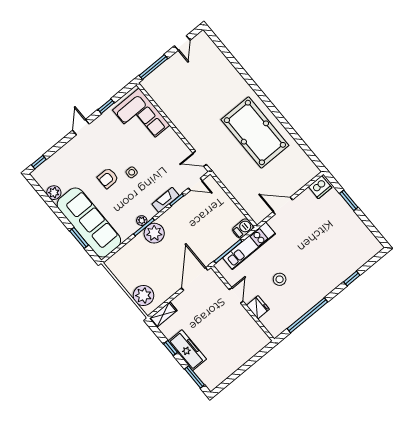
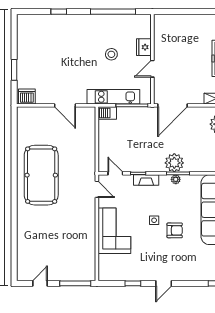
corner sofa: (141, 118) -> (114, 231), moved

